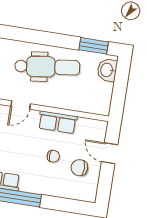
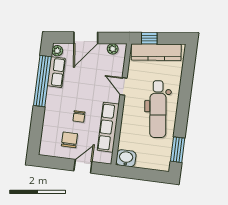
washbasin: (107, 70) -> (126, 158), moved
row of seats: (57, 122) -> (108, 127), width x1.48

